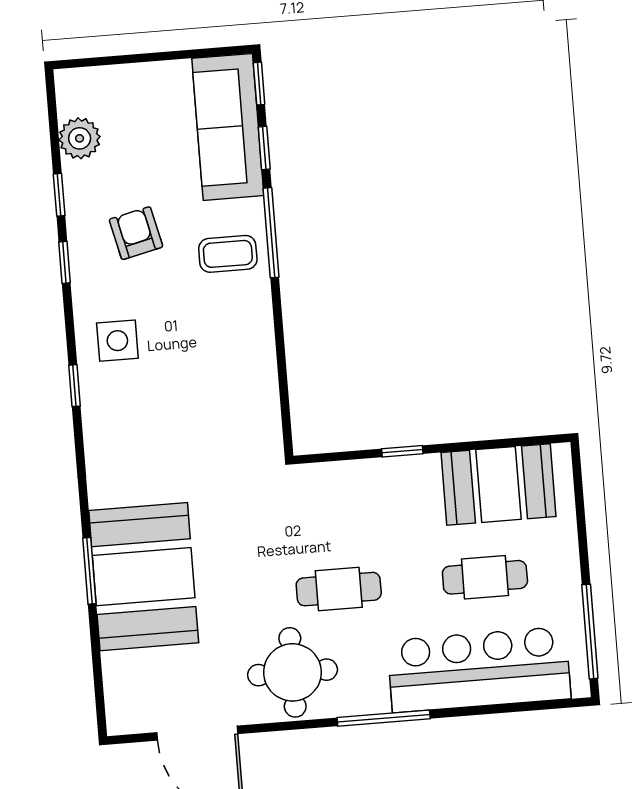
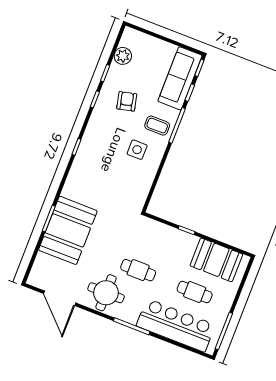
side table: (117, 341) -> (137, 150), moved

